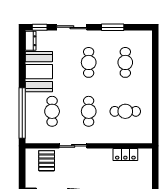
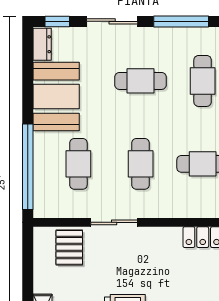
window: (113, 27) -> (181, 21), width x1.44
cafe table: (89, 62) -> (141, 81), turned 90

